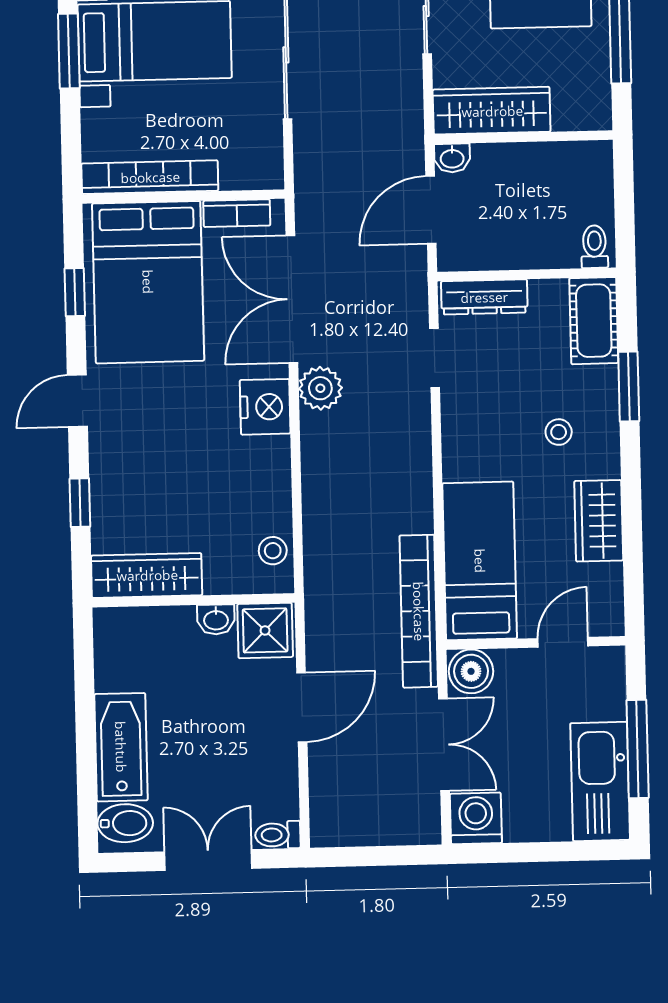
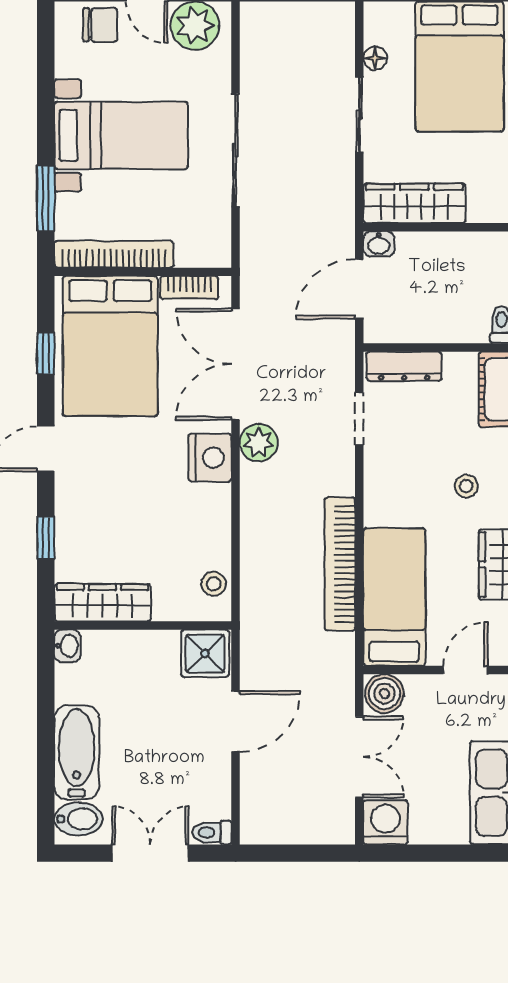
window: (69, 51) -> (46, 198), moved
bookcase: (419, 611) -> (340, 564), moved
washbasin: (216, 619) -> (67, 646), moved, turned -90

